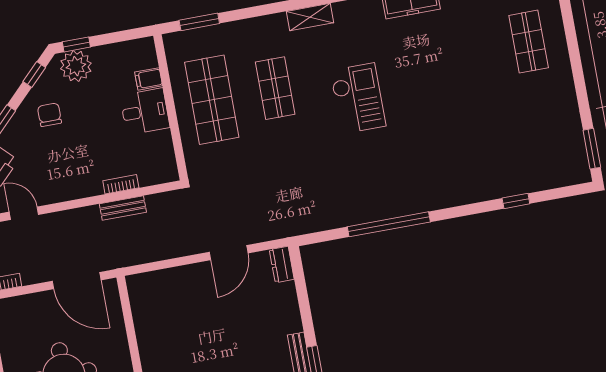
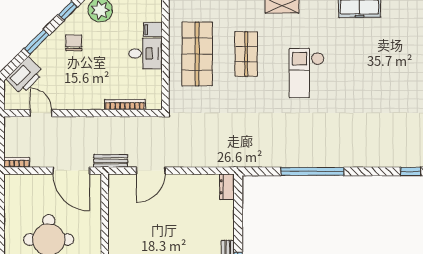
checkout: (358, 98) -> (307, 73), turned 180
bookcase: (121, 184) -> (125, 105), width x1.56
bench: (123, 208) -> (111, 161), moved
door: (229, 253) -> (151, 171), moved

